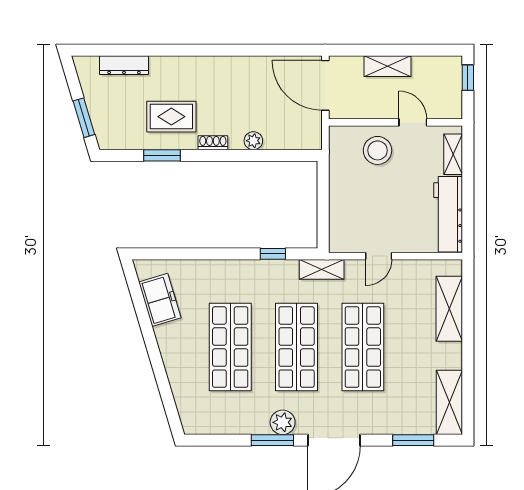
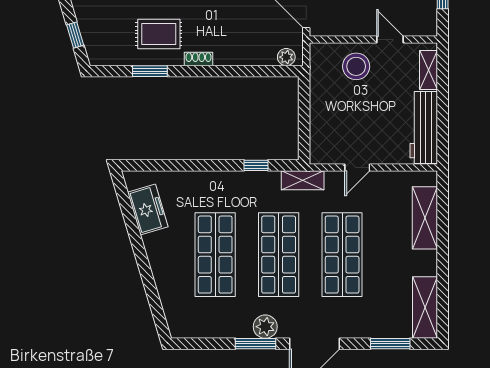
window: (84, 118) -> (75, 35), width x0.67
plant: (253, 141) -> (286, 57), moved

